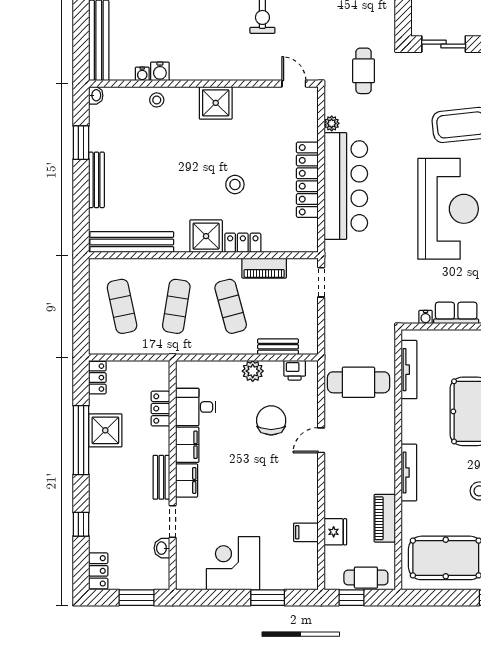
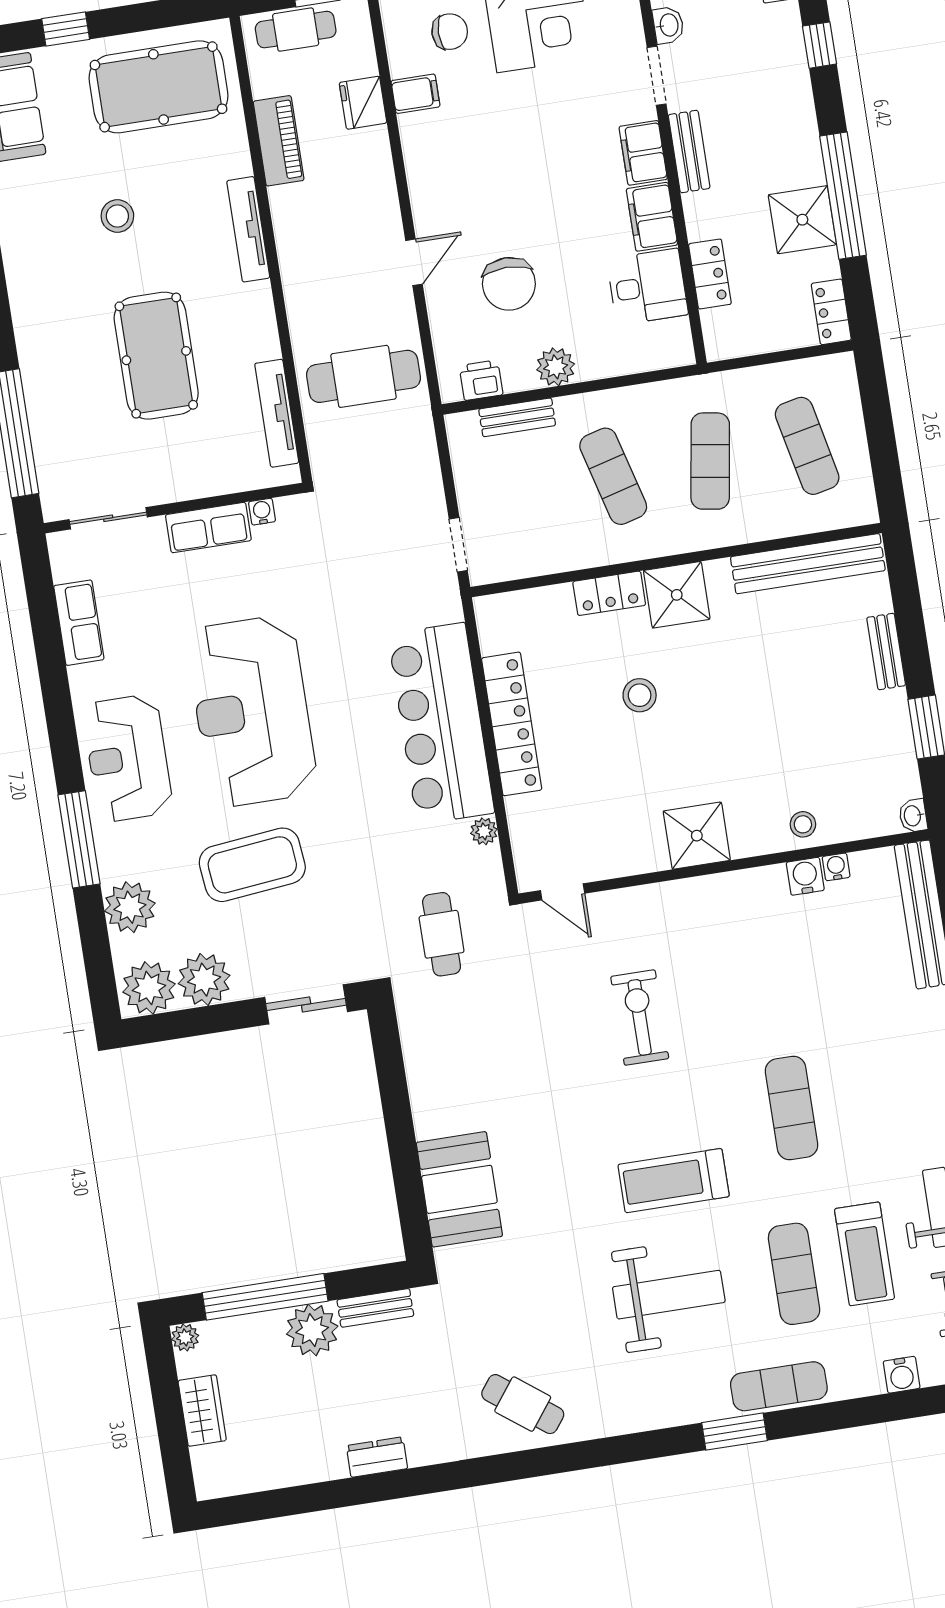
bench: (96, 180) -> (886, 652), width x0.73
piano: (264, 268) -> (564, 554), removed
chair: (282, 563) -> (450, 32), added

